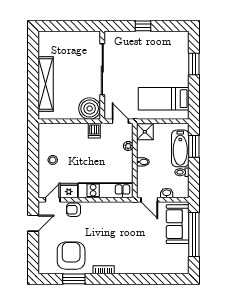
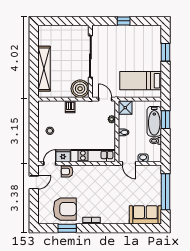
dishwasher: (94, 131) -> (70, 107), moved
sofa: (178, 224) -> (145, 215), moved, turned 90
armchair: (71, 256) -> (65, 209), turned 90

